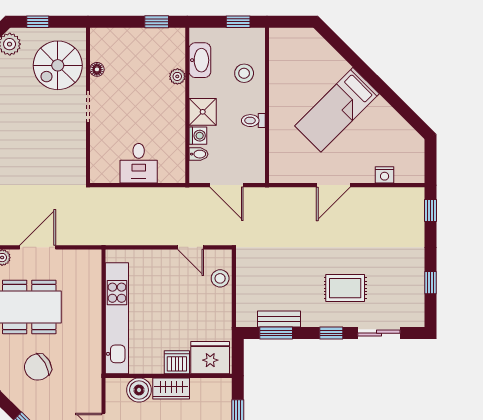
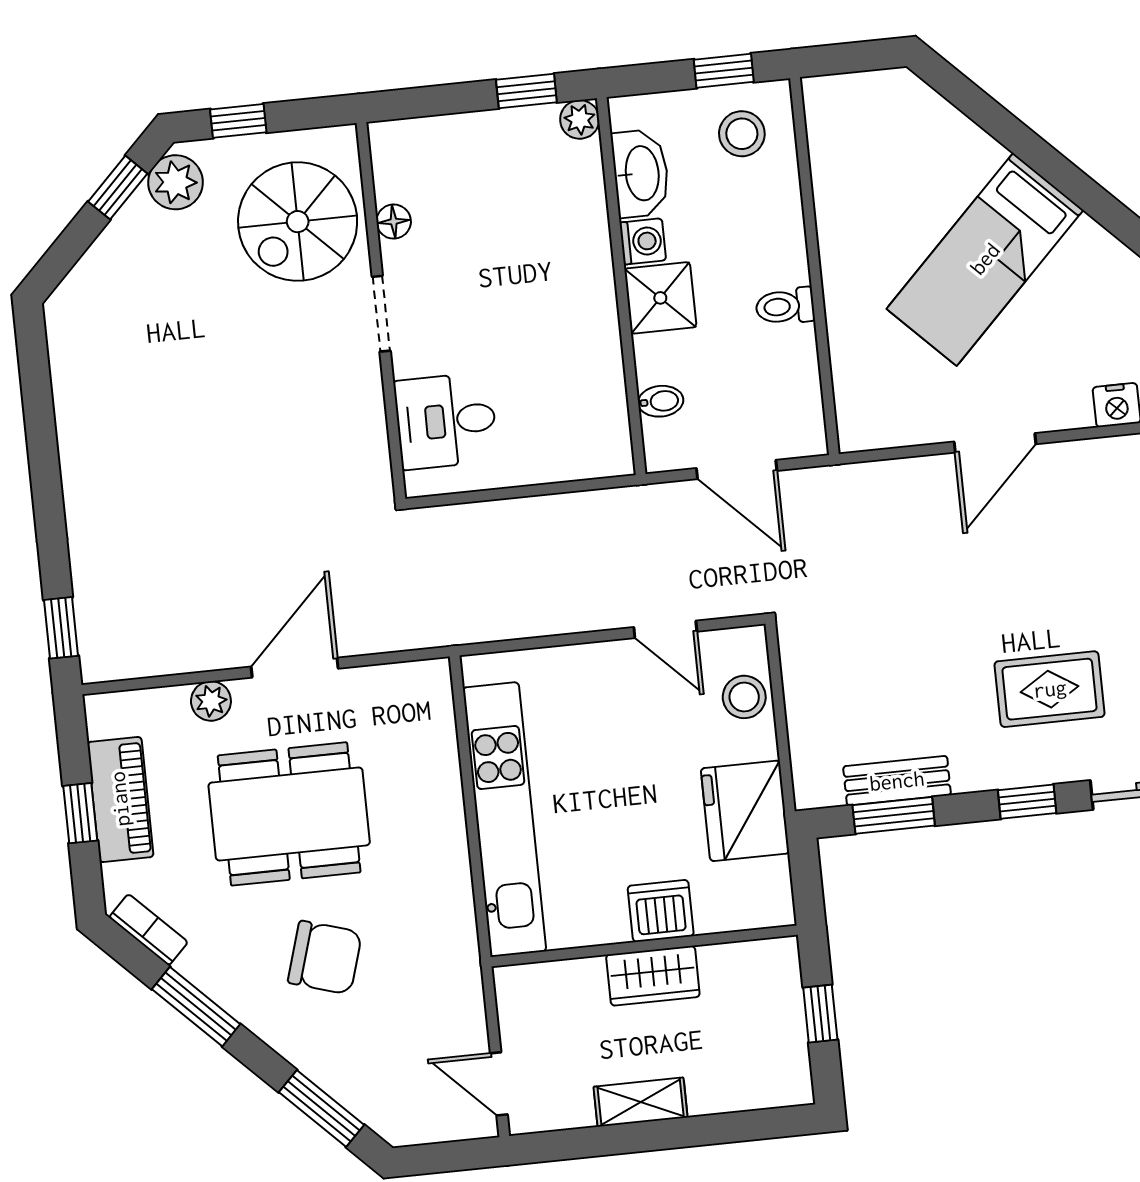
stool: (244, 73) -> (742, 134), moved
plant: (177, 76) -> (580, 119), moved
washing machine: (198, 136) -> (643, 241), moved
desk: (139, 163) -> (446, 421), moved, turned 90
fridge: (210, 358) -> (745, 811), moved, turned -90
chair: (38, 367) -> (325, 958), turned -133
boiler: (139, 390) -> (576, 988), removed

